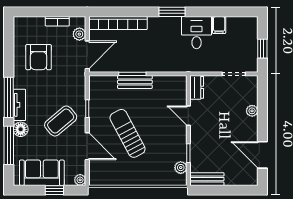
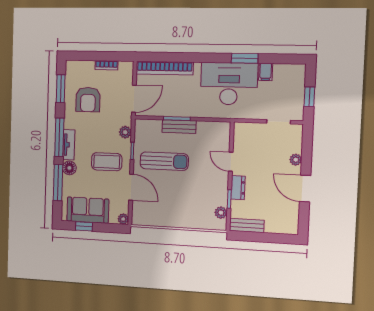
window: (172, 12) -> (245, 58), moved
desk: (197, 33) -> (229, 84), width x1.87, depth x1.30
plant: (79, 34) -> (125, 132), moved
window: (9, 47) -> (61, 89), added
dresser: (197, 87) -> (238, 188), moved
coffee table: (61, 121) -> (107, 162), turned 40
sun lounger: (128, 133) -> (164, 161), moved, turned 118
door: (262, 155) -> (305, 189), moved
window: (54, 190) -> (84, 226), moved

